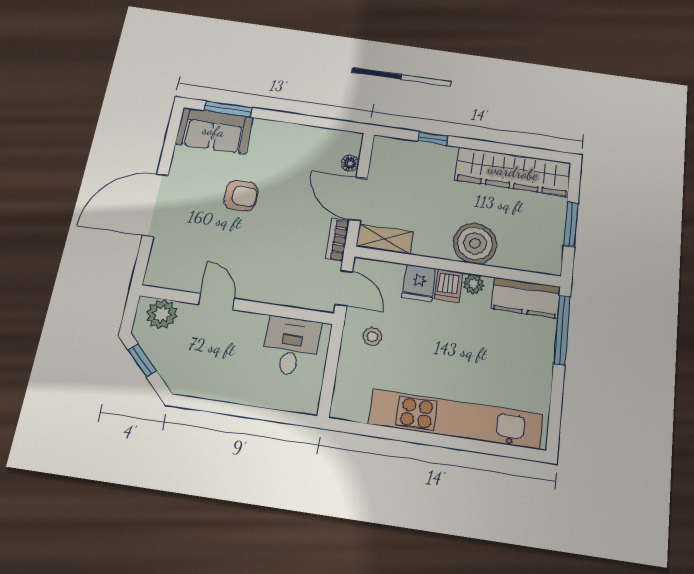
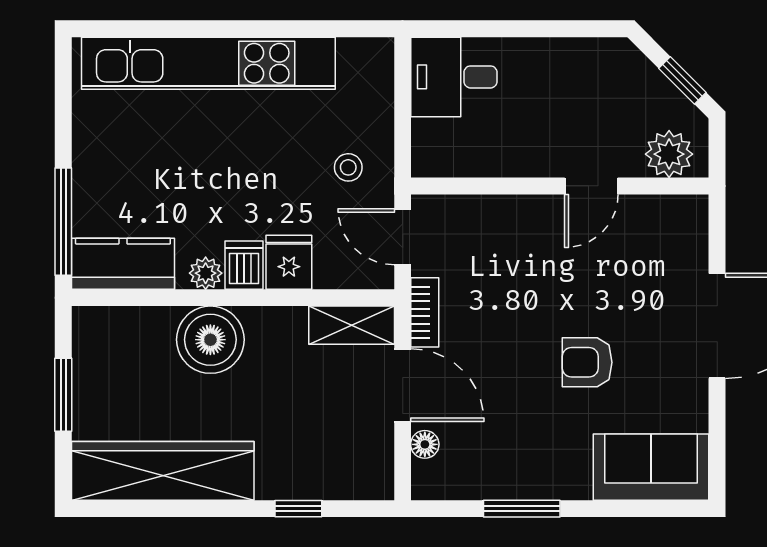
window: (228, 109) -> (522, 509), moved
door: (216, 302) -> (591, 186), hinge flipped
desk: (291, 346) -> (454, 77), moved, turned 90

